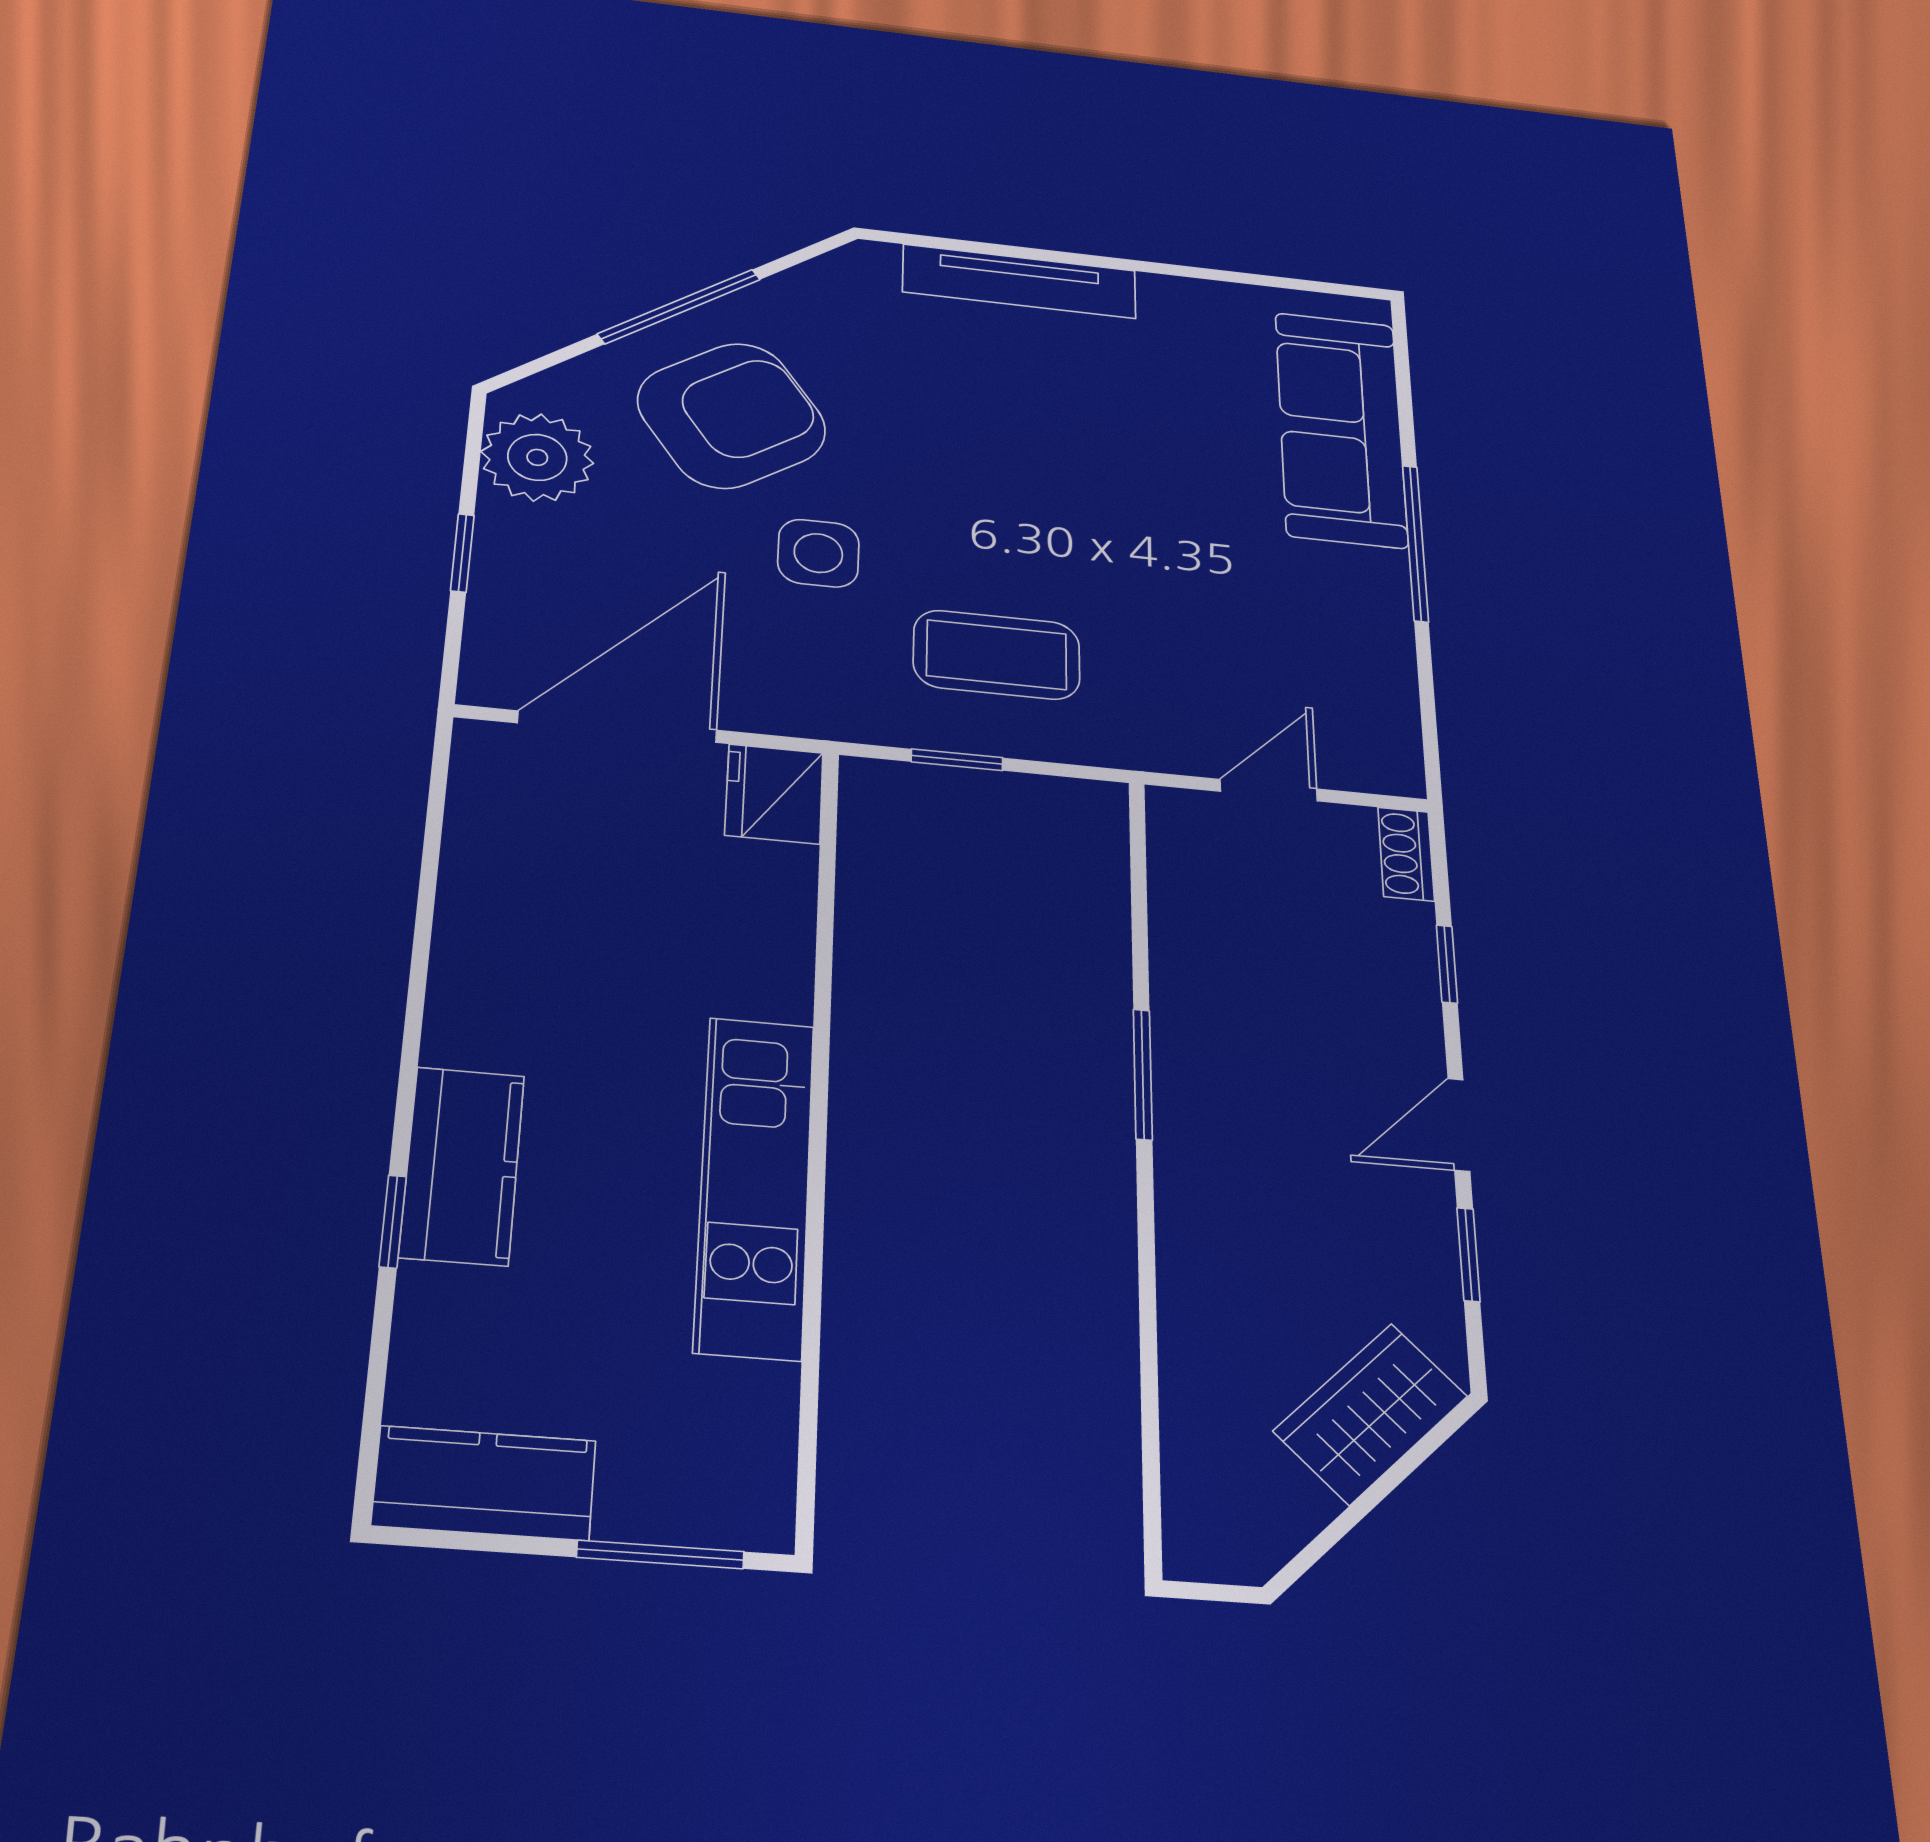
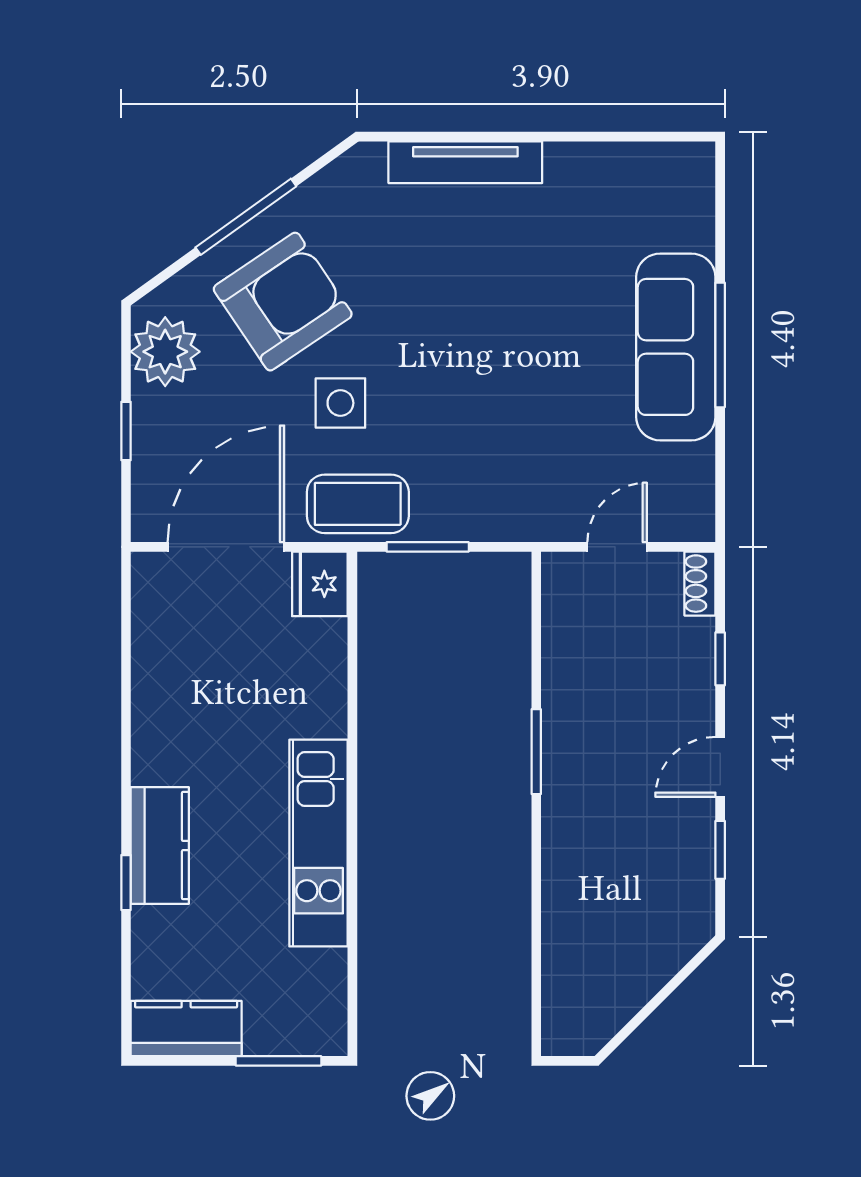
sofa: (1341, 429) -> (676, 347), moved
coffee table: (997, 655) -> (358, 504), moved
window: (957, 760) -> (428, 547), width x1.50
wardrobe: (1371, 1414) -> (658, 952), removed

